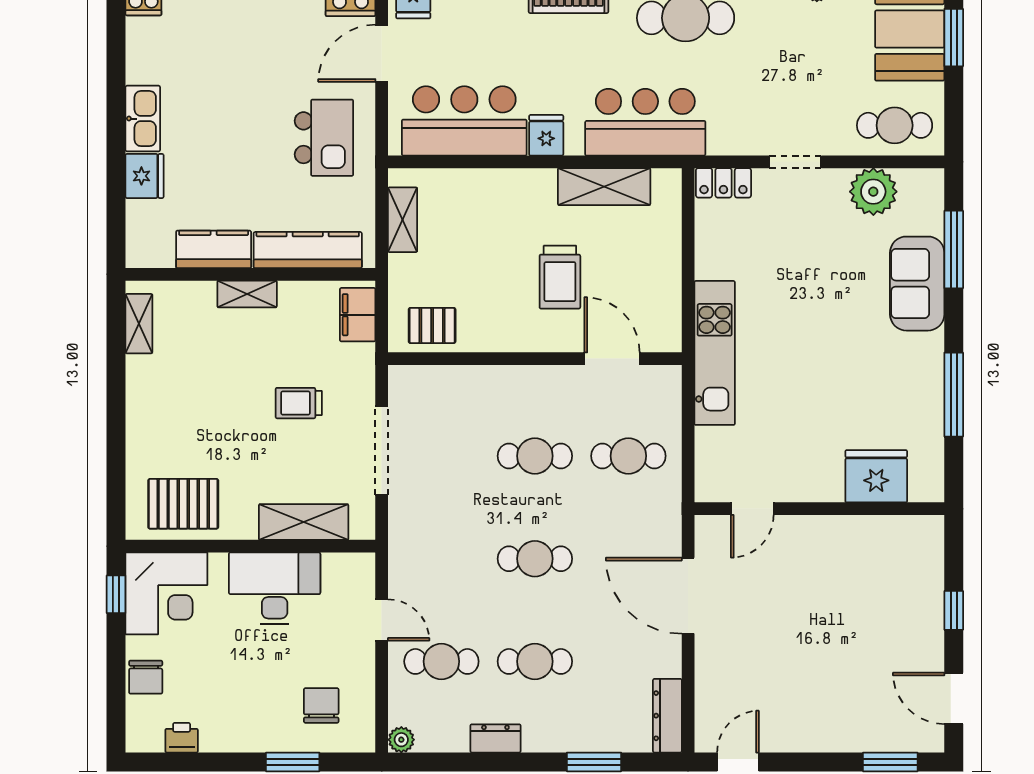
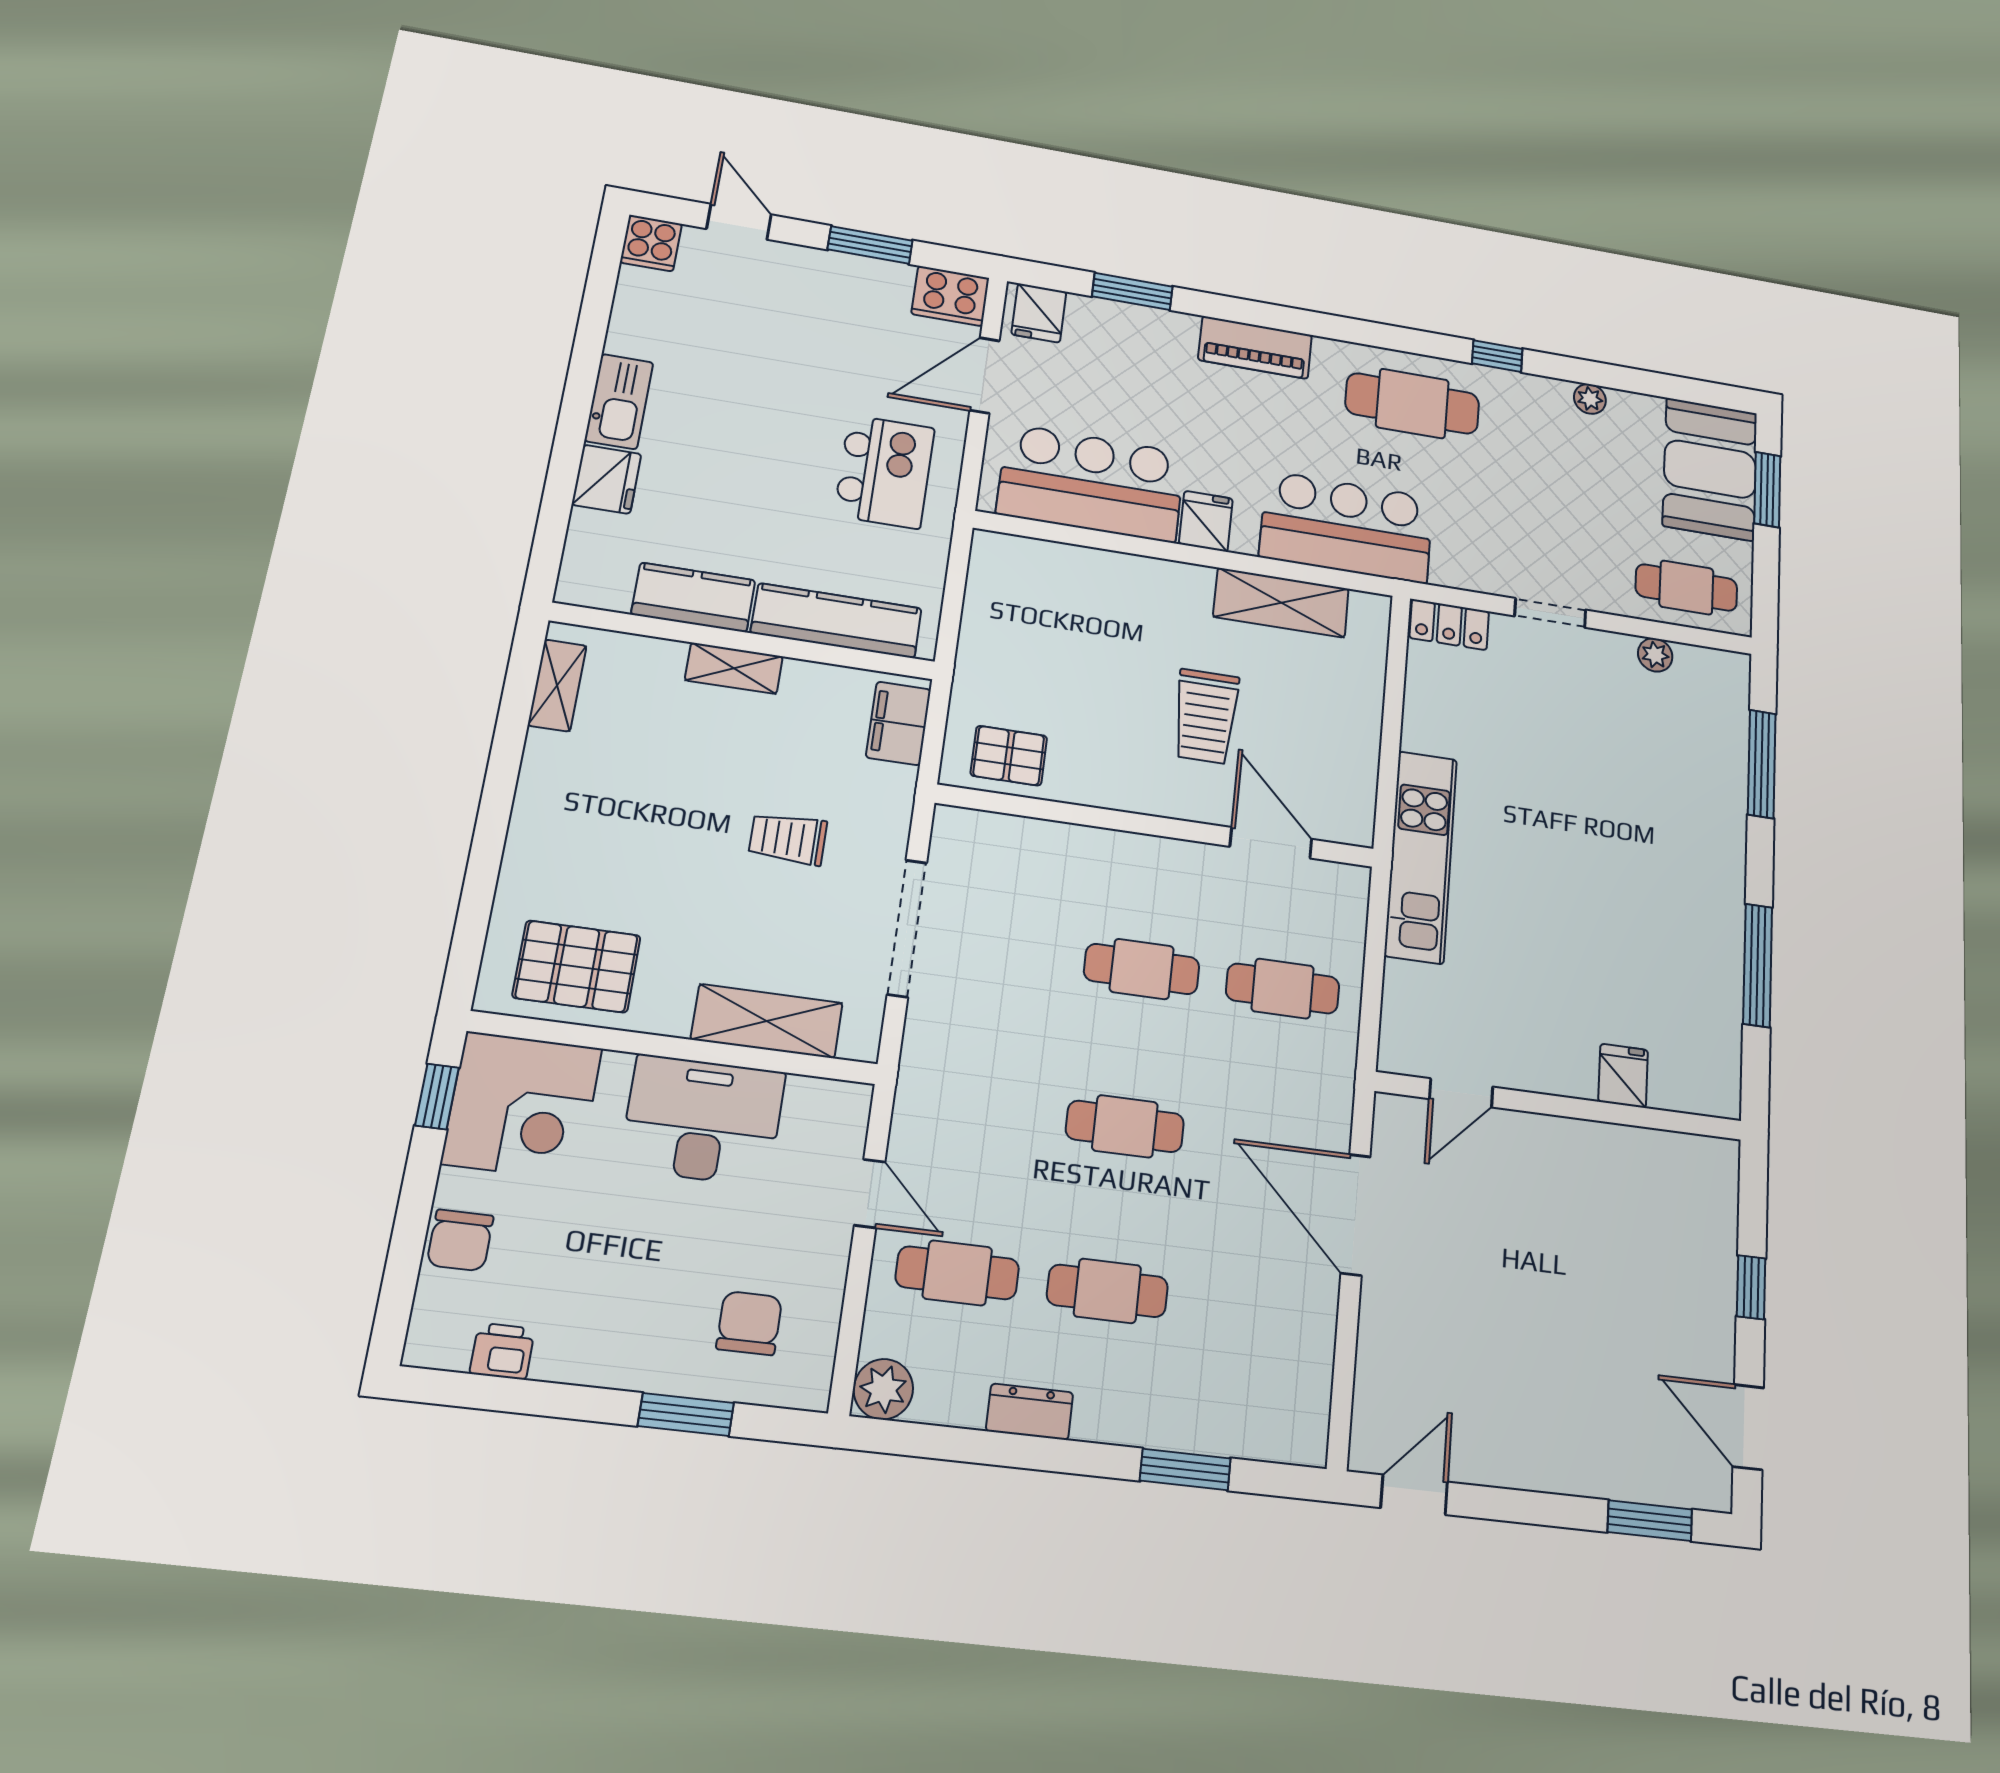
plant: (873, 192) -> (1655, 655), width x0.53, depth x0.53
shelving: (403, 220) -> (984, 601), removed
sofa: (917, 284) -> (1711, 803), removed
fridge: (876, 476) -> (1623, 1076), width x0.53, depth x0.75
dresser: (667, 716) -> (1309, 1405), removed
plant: (401, 740) -> (883, 1389), width x1.38, depth x1.38

